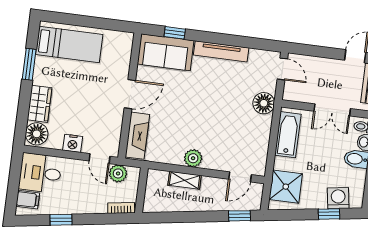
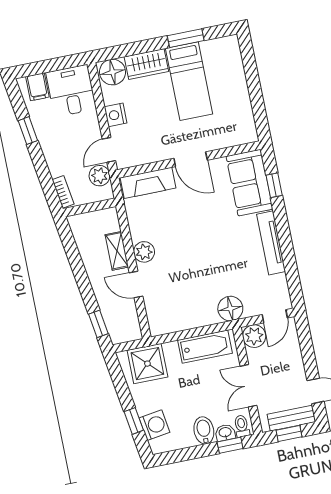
bed: (69, 44) -> (189, 81), moved
plant: (293, 91) -> (254, 336), added
door: (240, 177) -> (136, 284), moved

